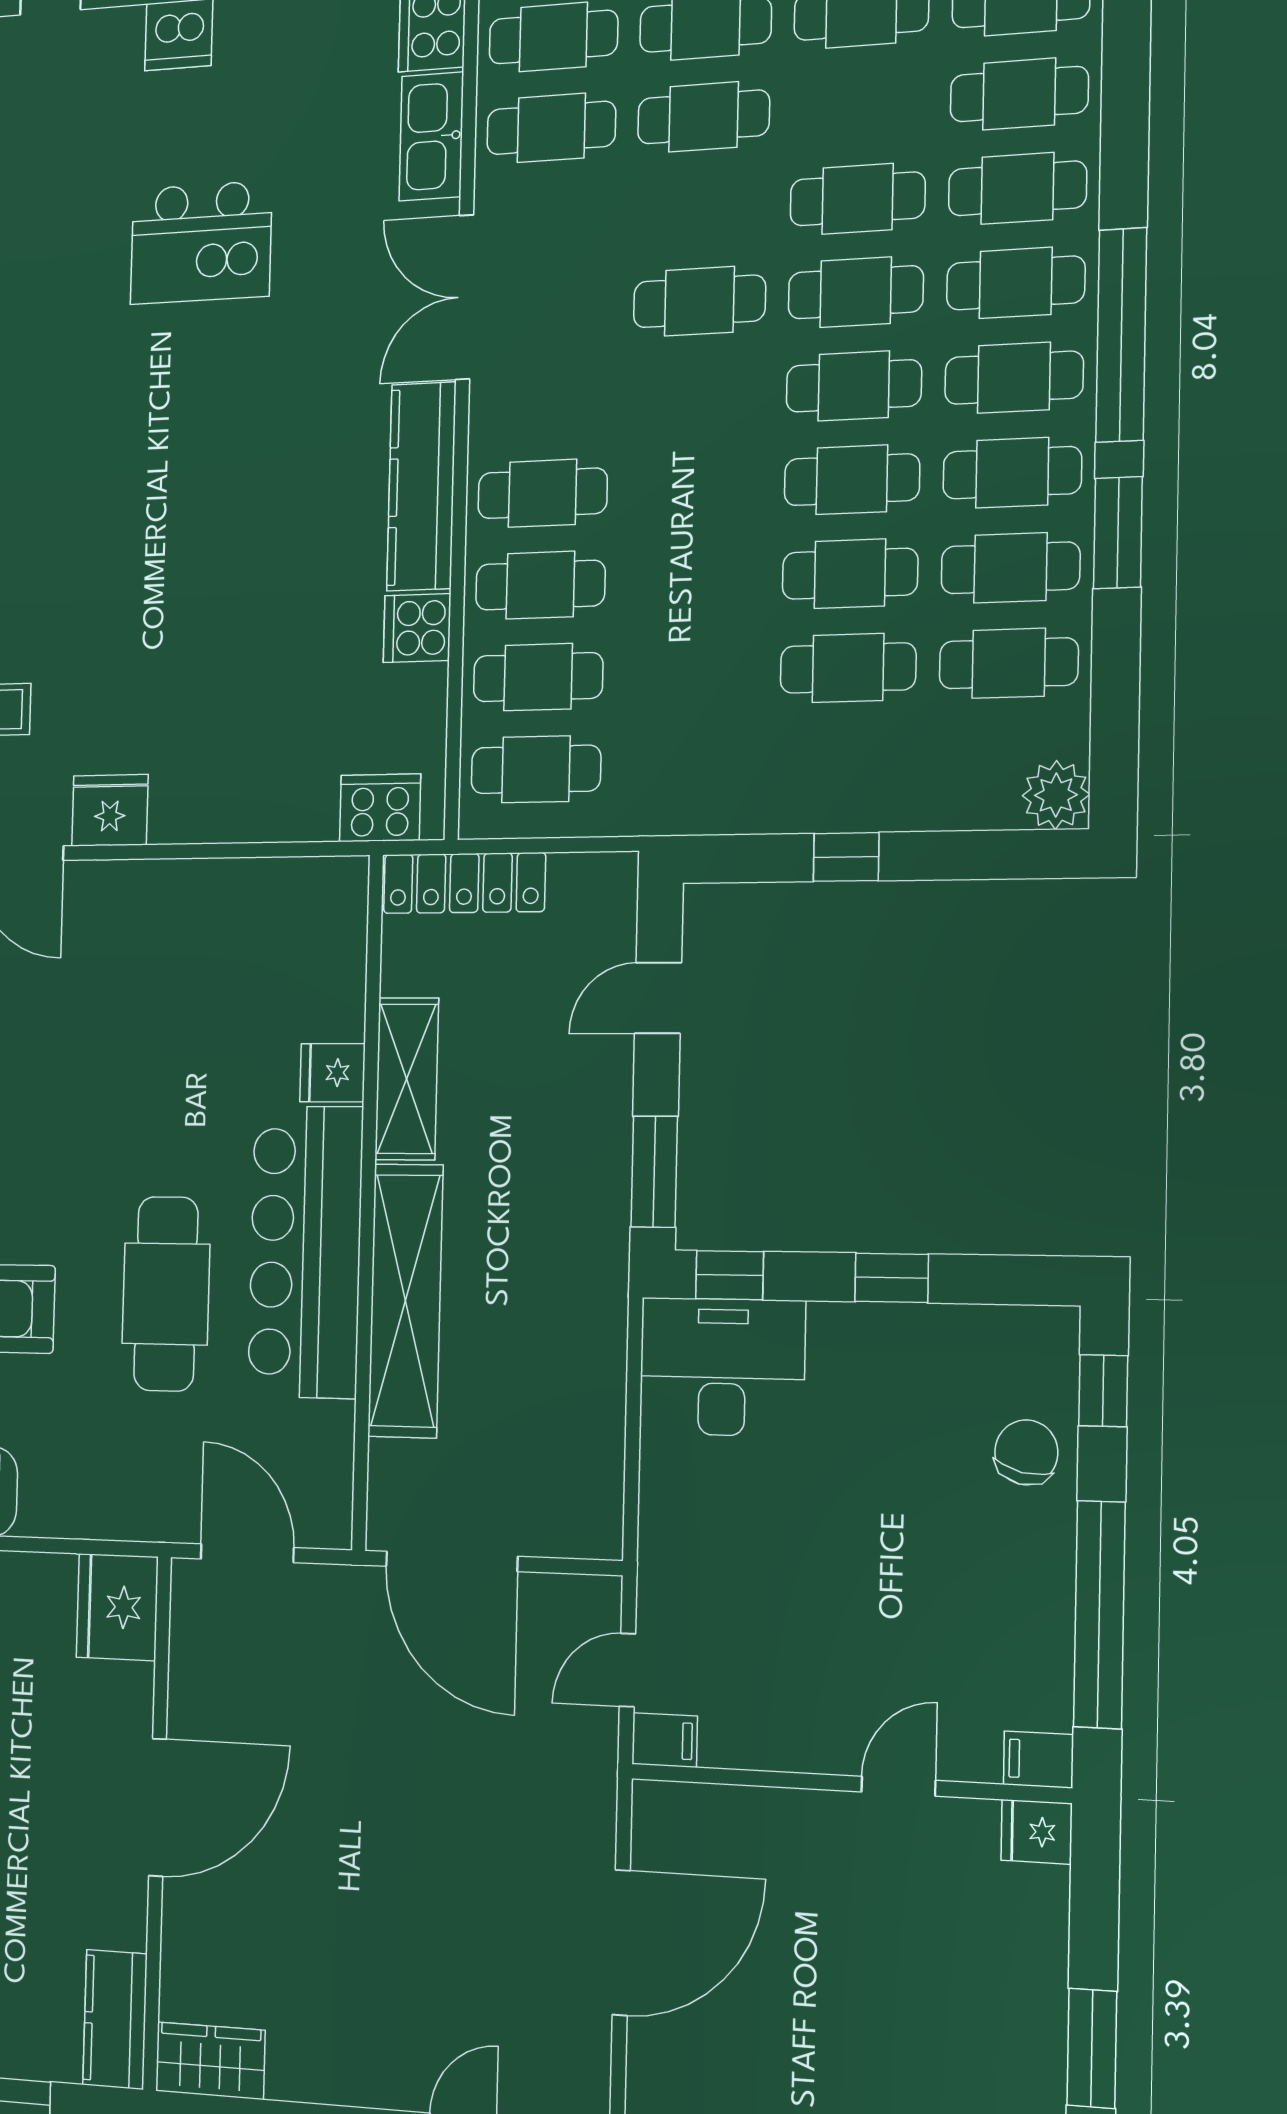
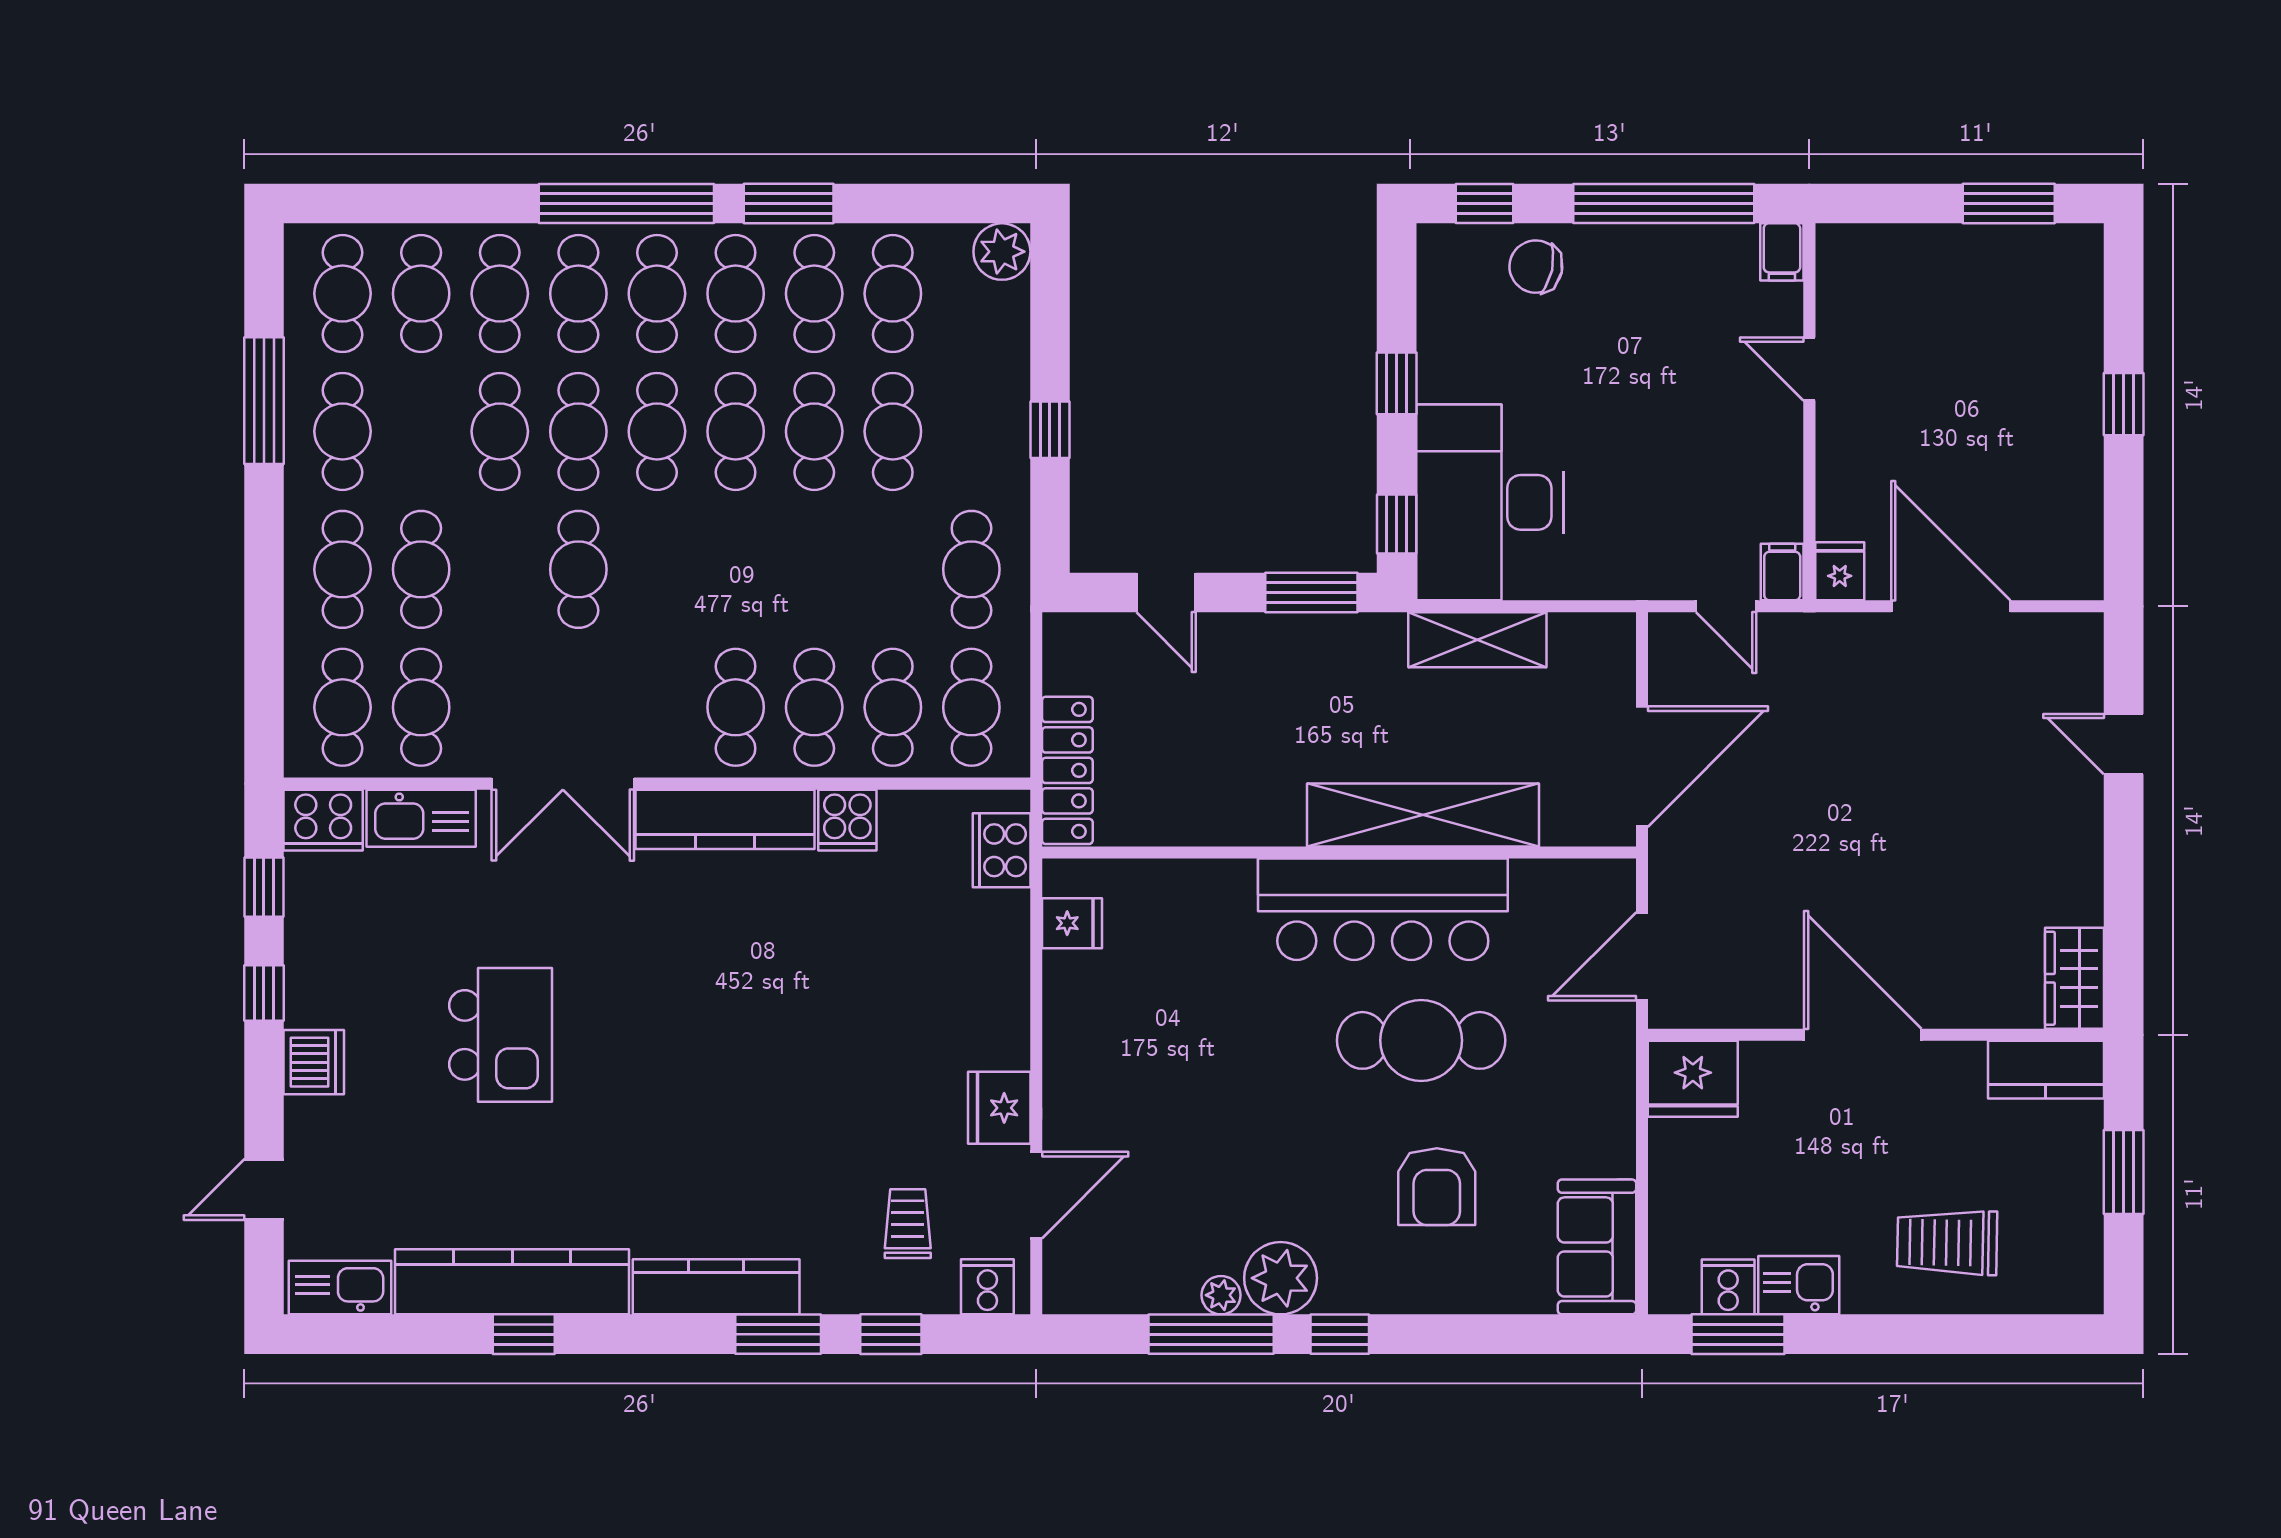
cafe table: (689, 766) -> (971, 569), added
fridge: (332, 1073) -> (1072, 923), moved, turned -90
shelving: (407, 1079) -> (1477, 640), moved
desk: (722, 1367) -> (1490, 502), width x1.36, depth x1.30
fridge: (1037, 1832) -> (1840, 571), moved, turned 180

